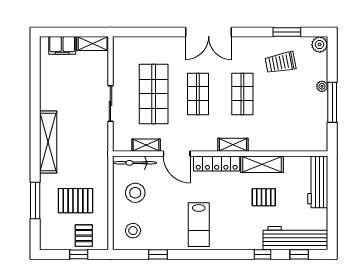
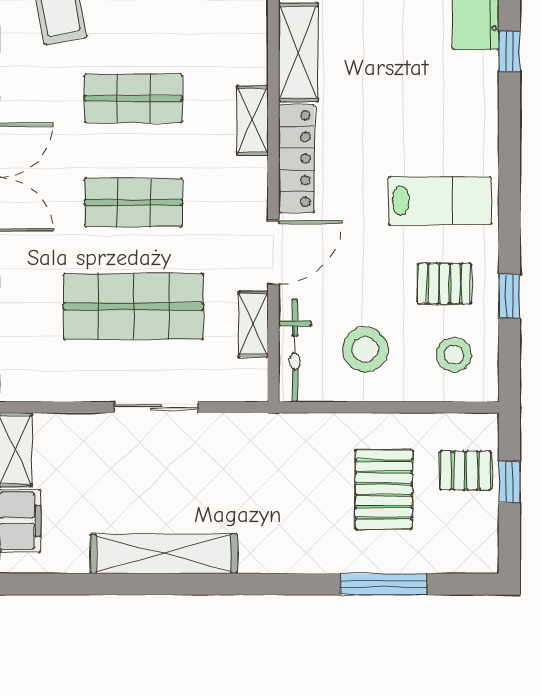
shelving: (48, 142) -> (164, 554), moved
pallet: (264, 197) -> (444, 284), moved, turned 90

